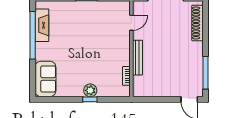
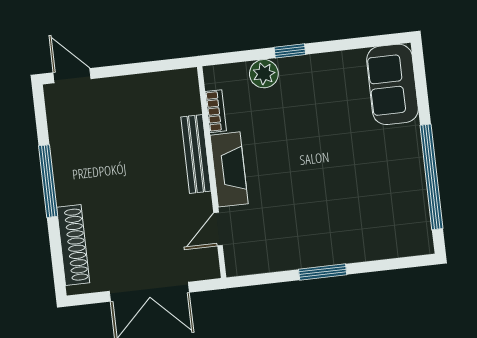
fireplace: (42, 25) -> (229, 169), moved, turned 180
window: (206, 73) -> (48, 181), moved
plant: (90, 90) -> (264, 74), moved

